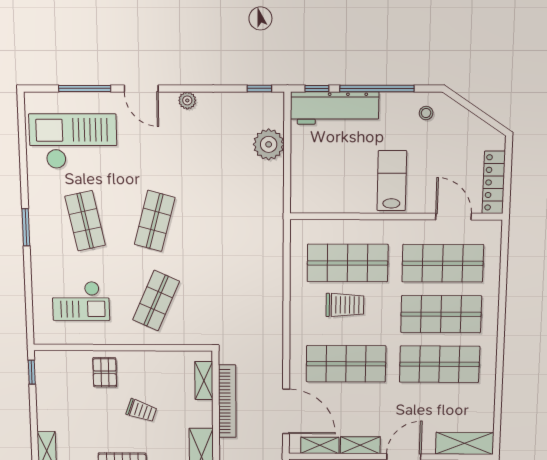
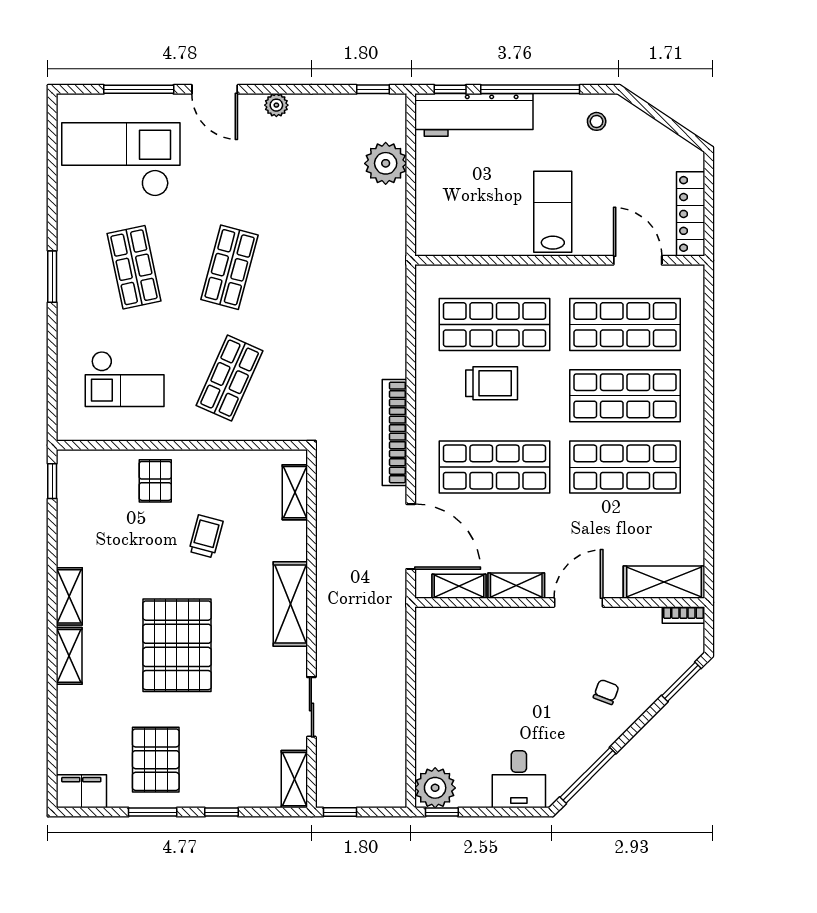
bookcase: (227, 401) -> (395, 432), moved, turned 180
trolley: (141, 411) -> (206, 536), turned -94

